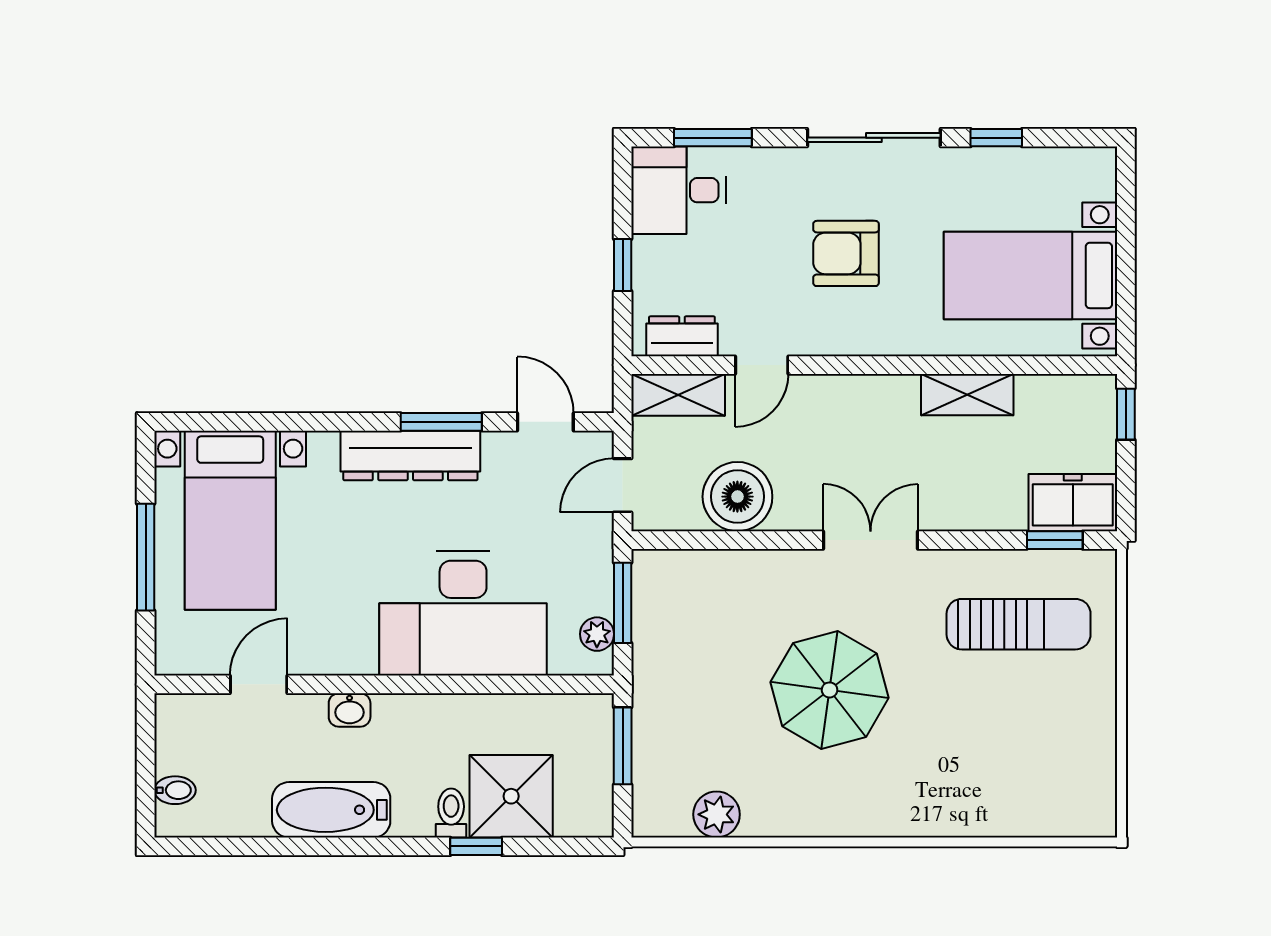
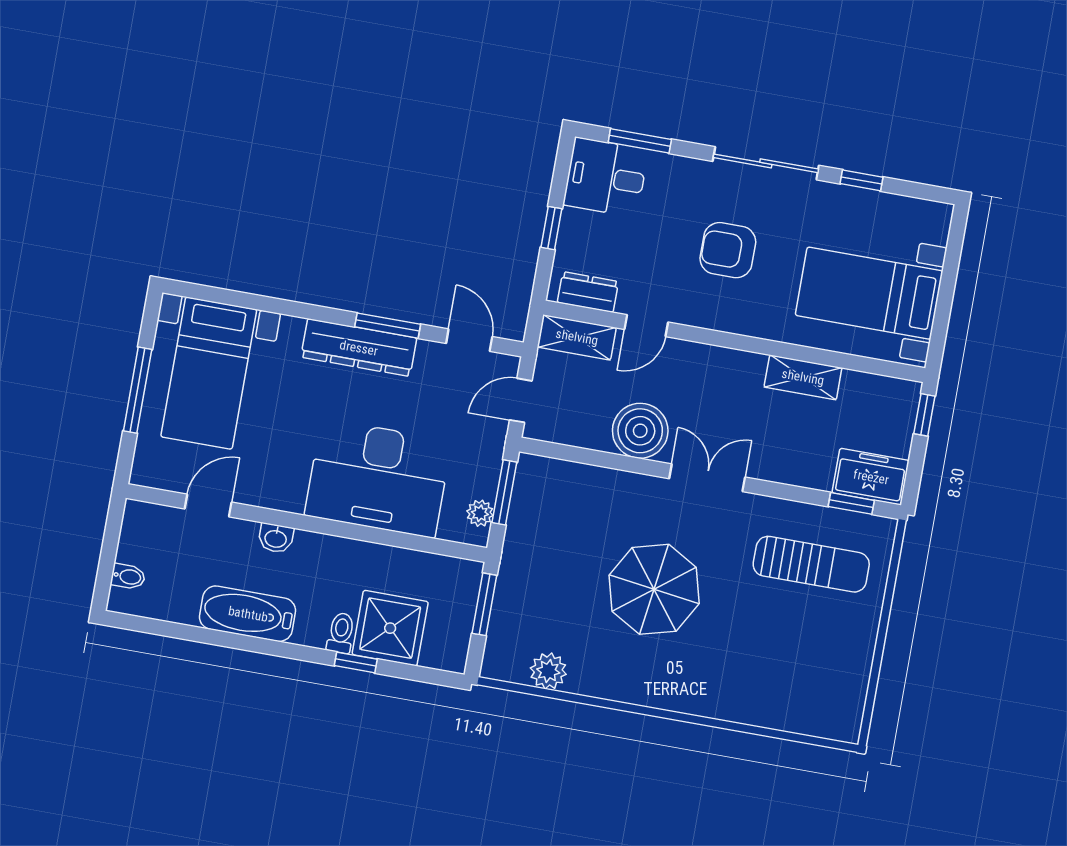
boiler: (737, 497) -> (640, 431), moved

